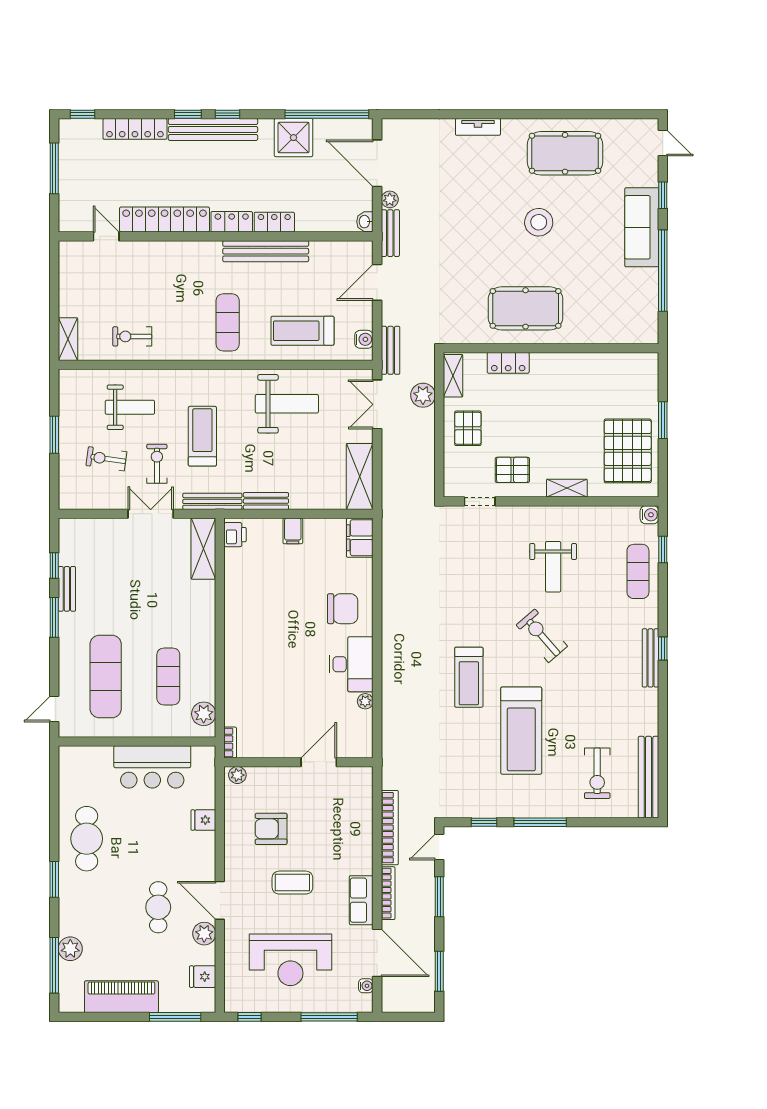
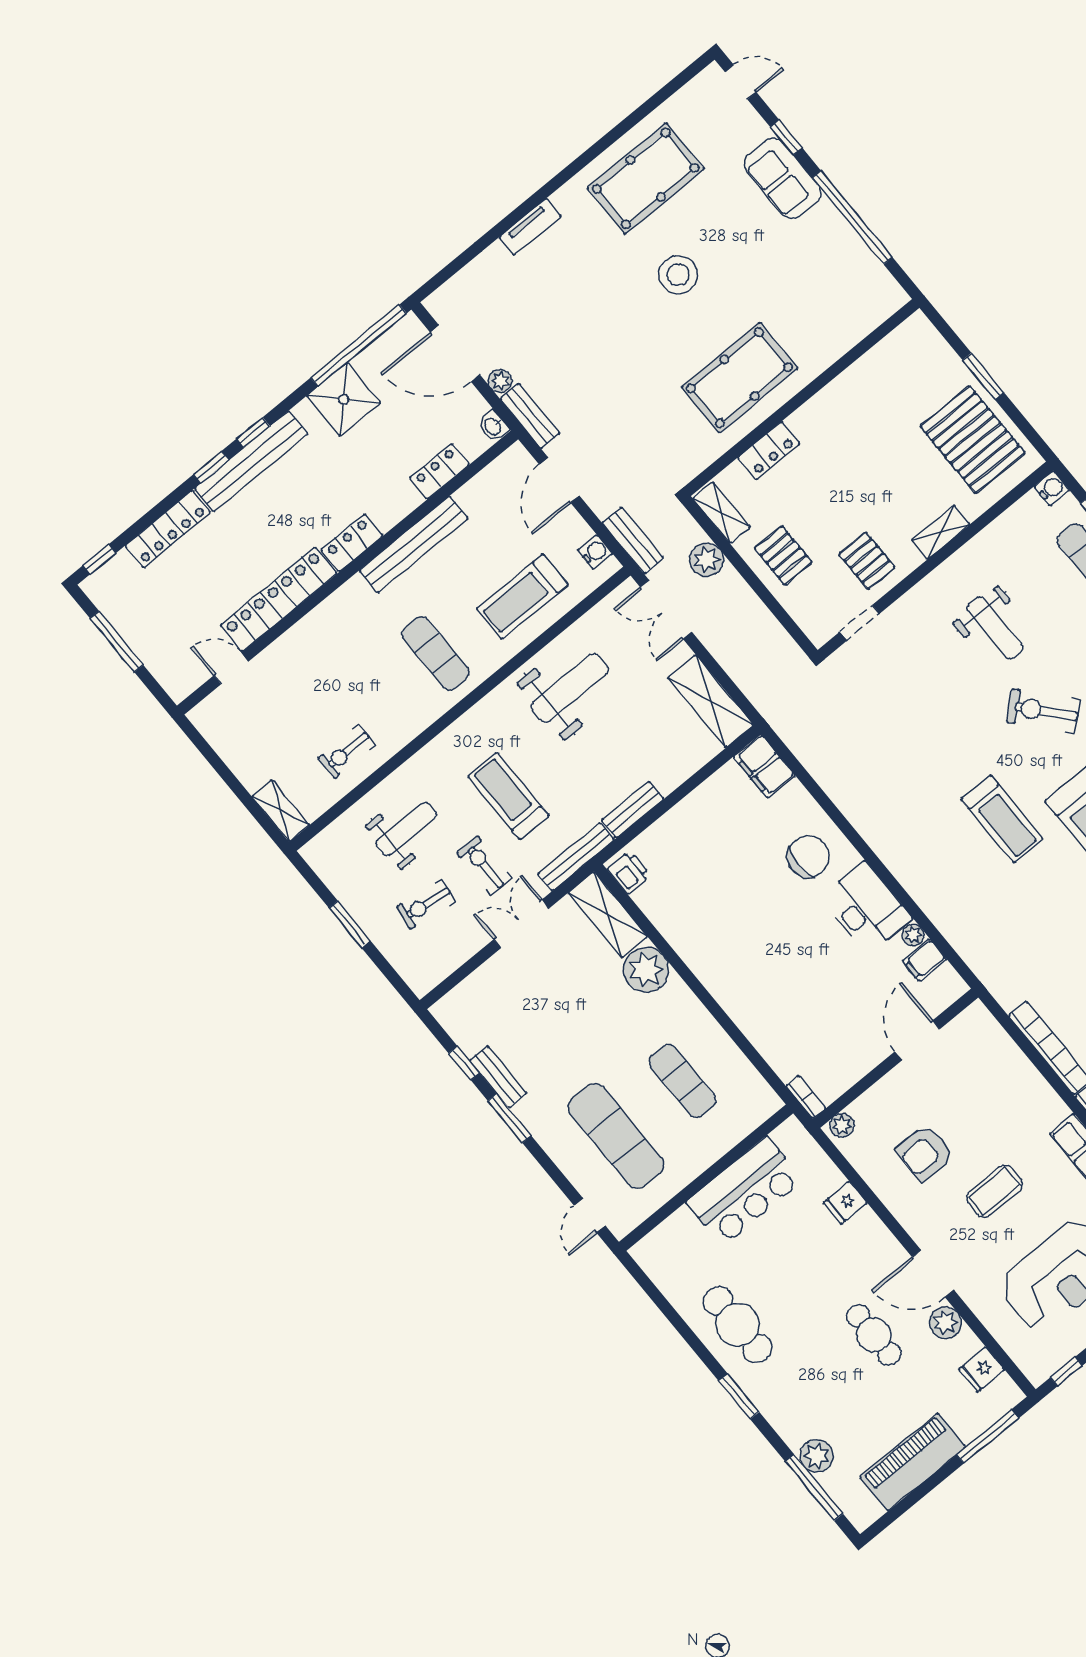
locker: (274, 222) -> (439, 471), moved
sofa: (642, 227) -> (783, 179), width x0.73
pallet: (512, 470) -> (867, 561), turned 90
filing cabinet: (293, 531) -> (924, 960), moved, turned 90
plant: (204, 714) -> (646, 970), moved, width x1.36, depth x1.36

